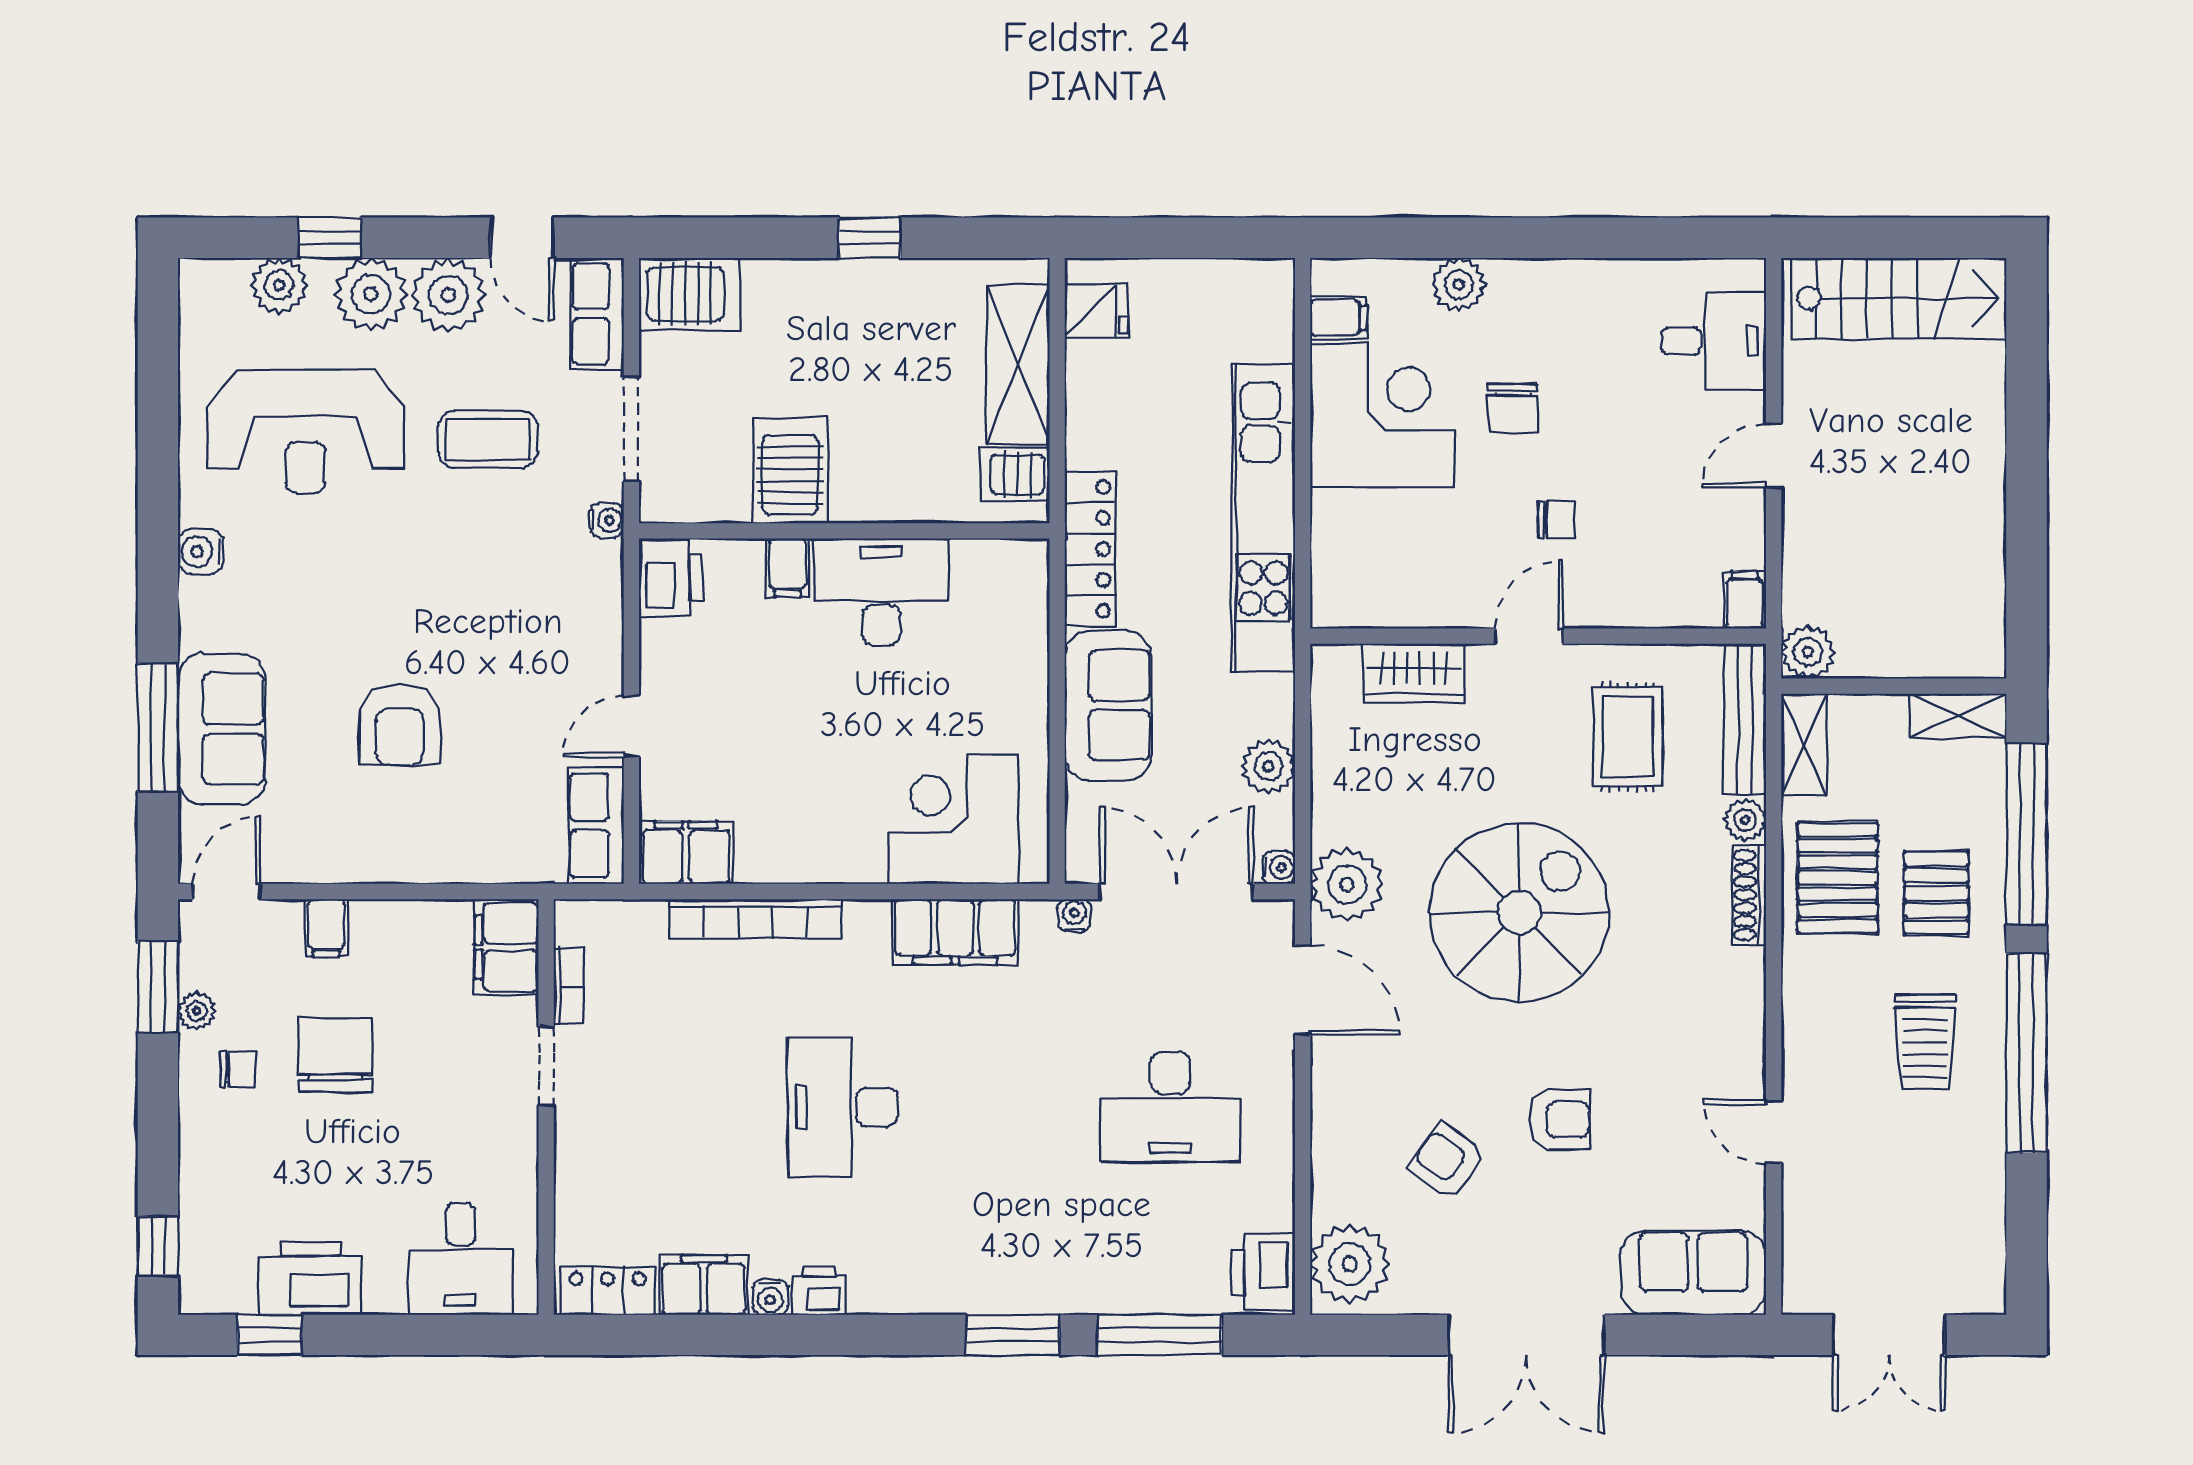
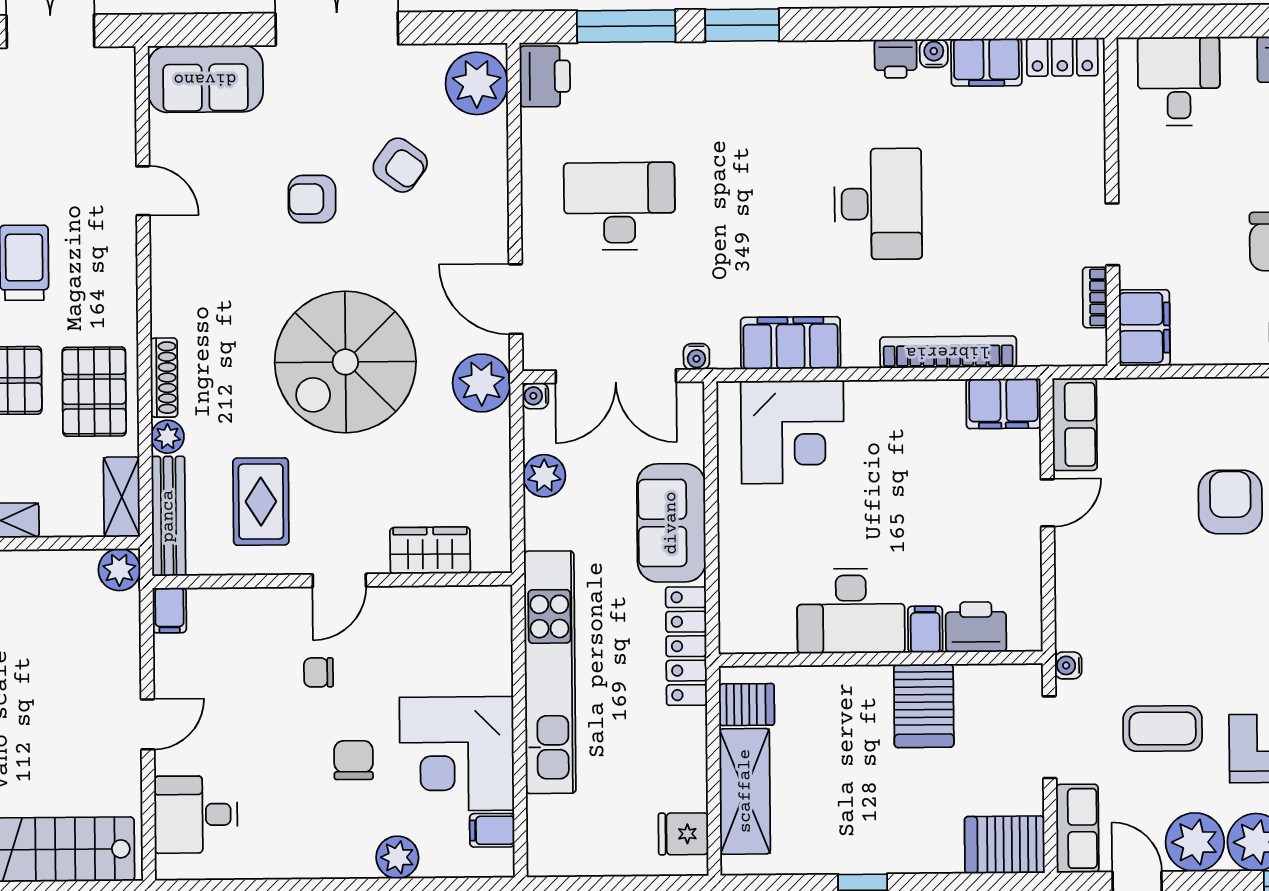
printer: (671, 578) -> (976, 627), moved, turned 90

